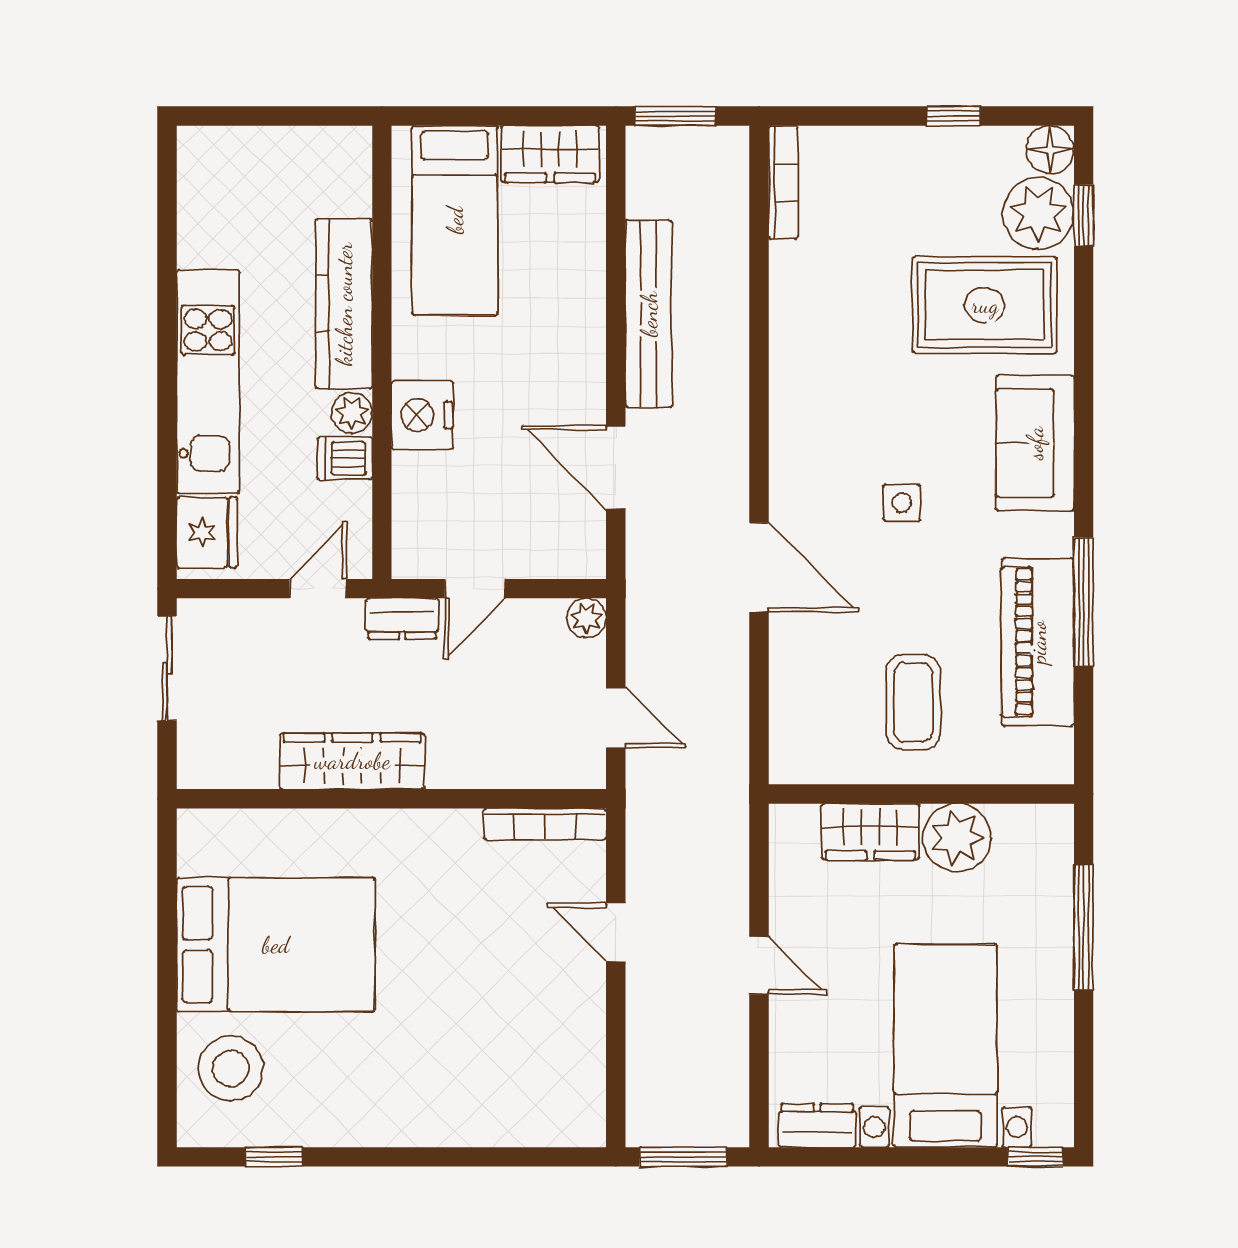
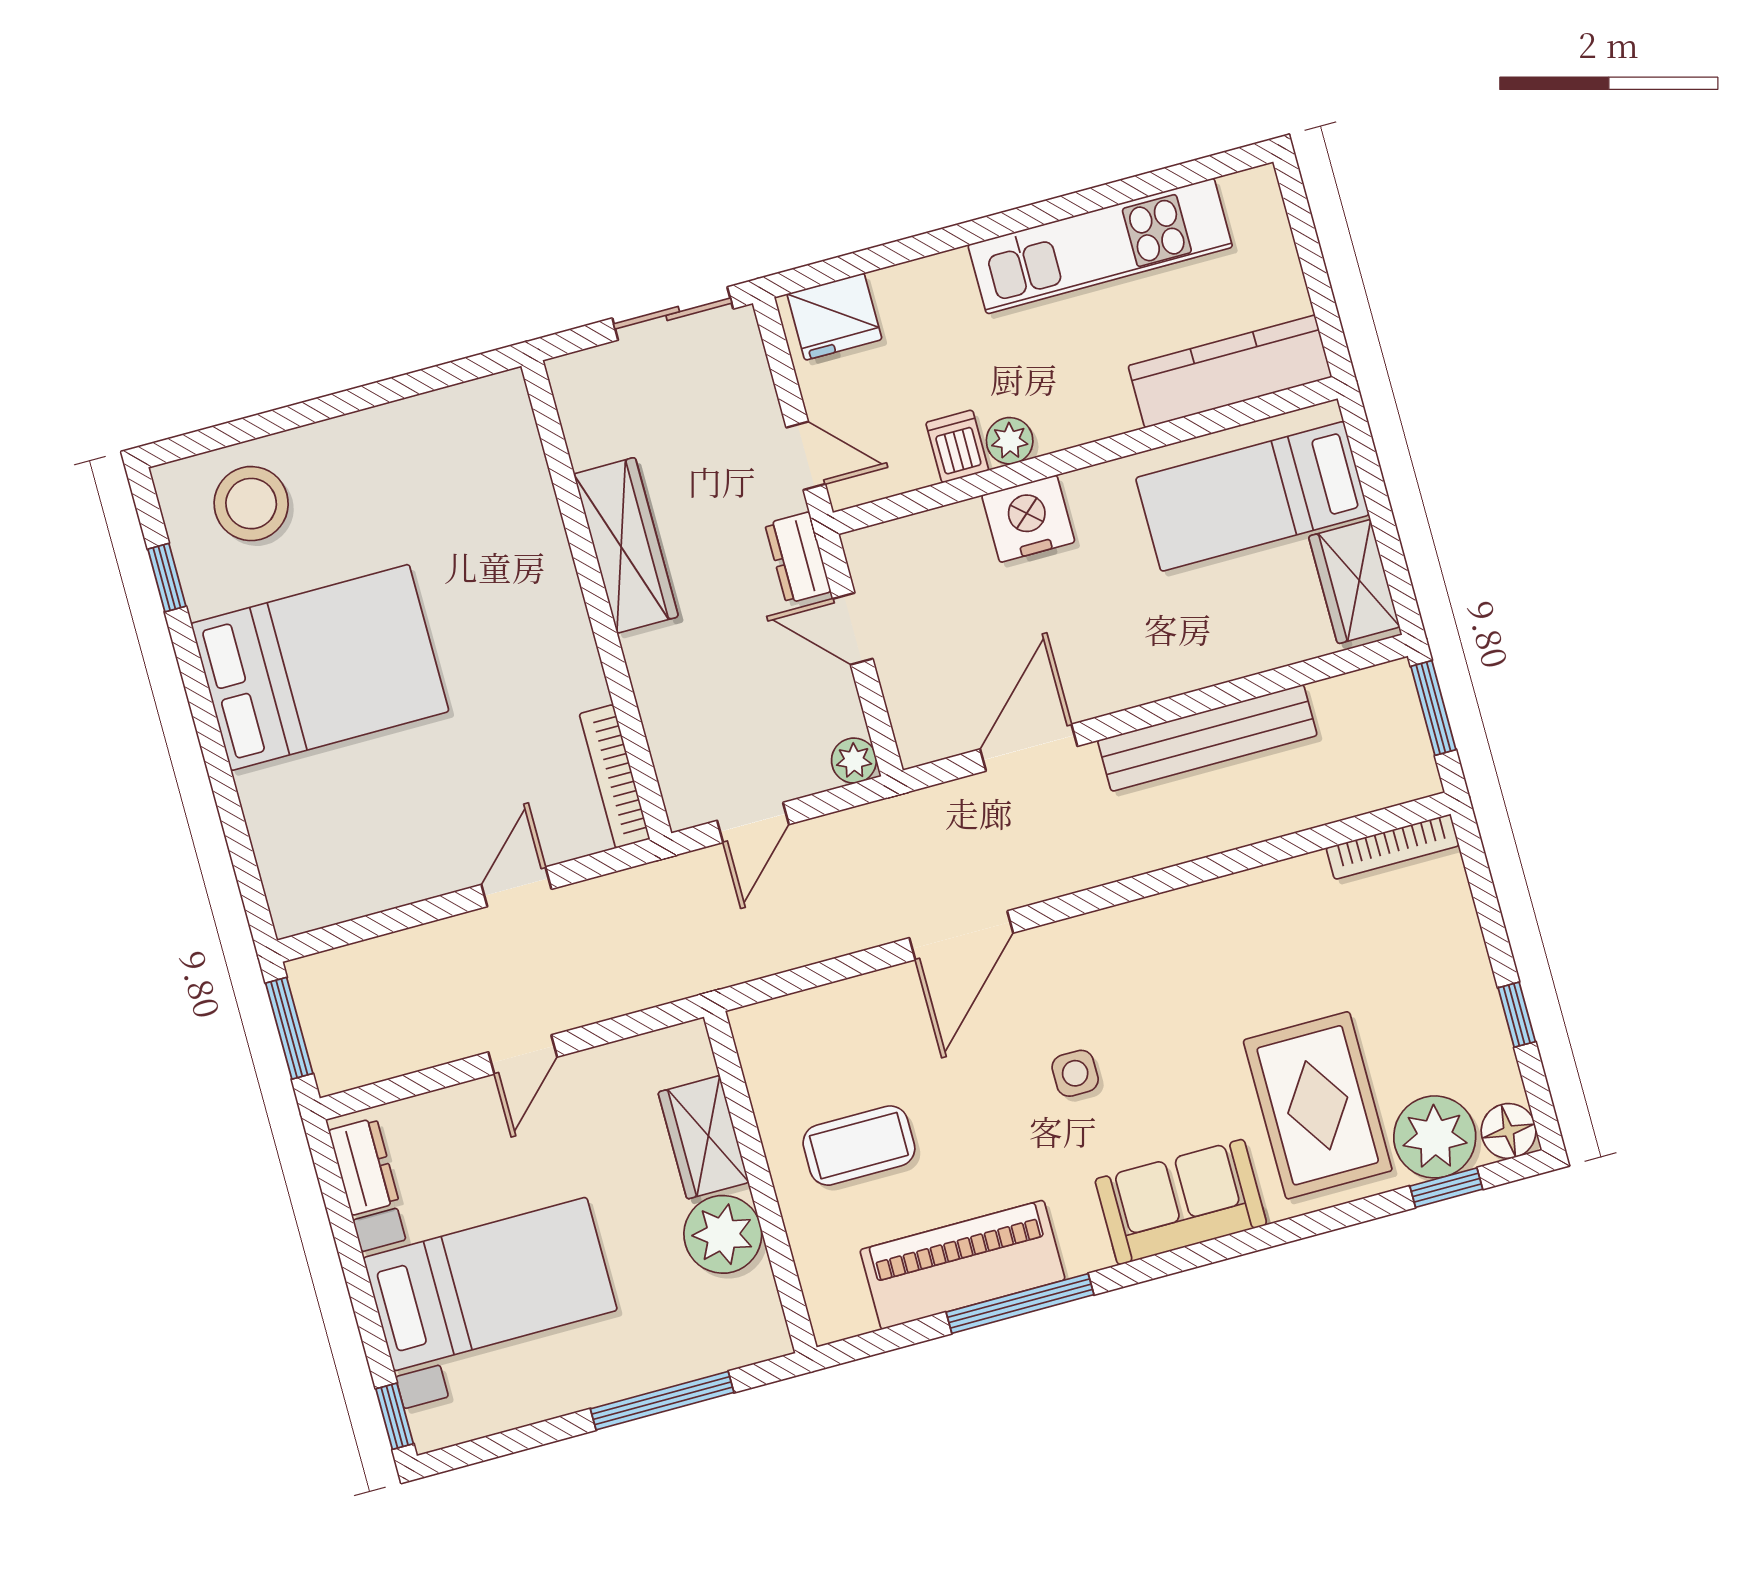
kitchen counter: (344, 304) -> (1230, 371), moved
kitchen unit: (208, 382) -> (1100, 246), moved
bed: (276, 945) -> (320, 667), moved, turned -90

